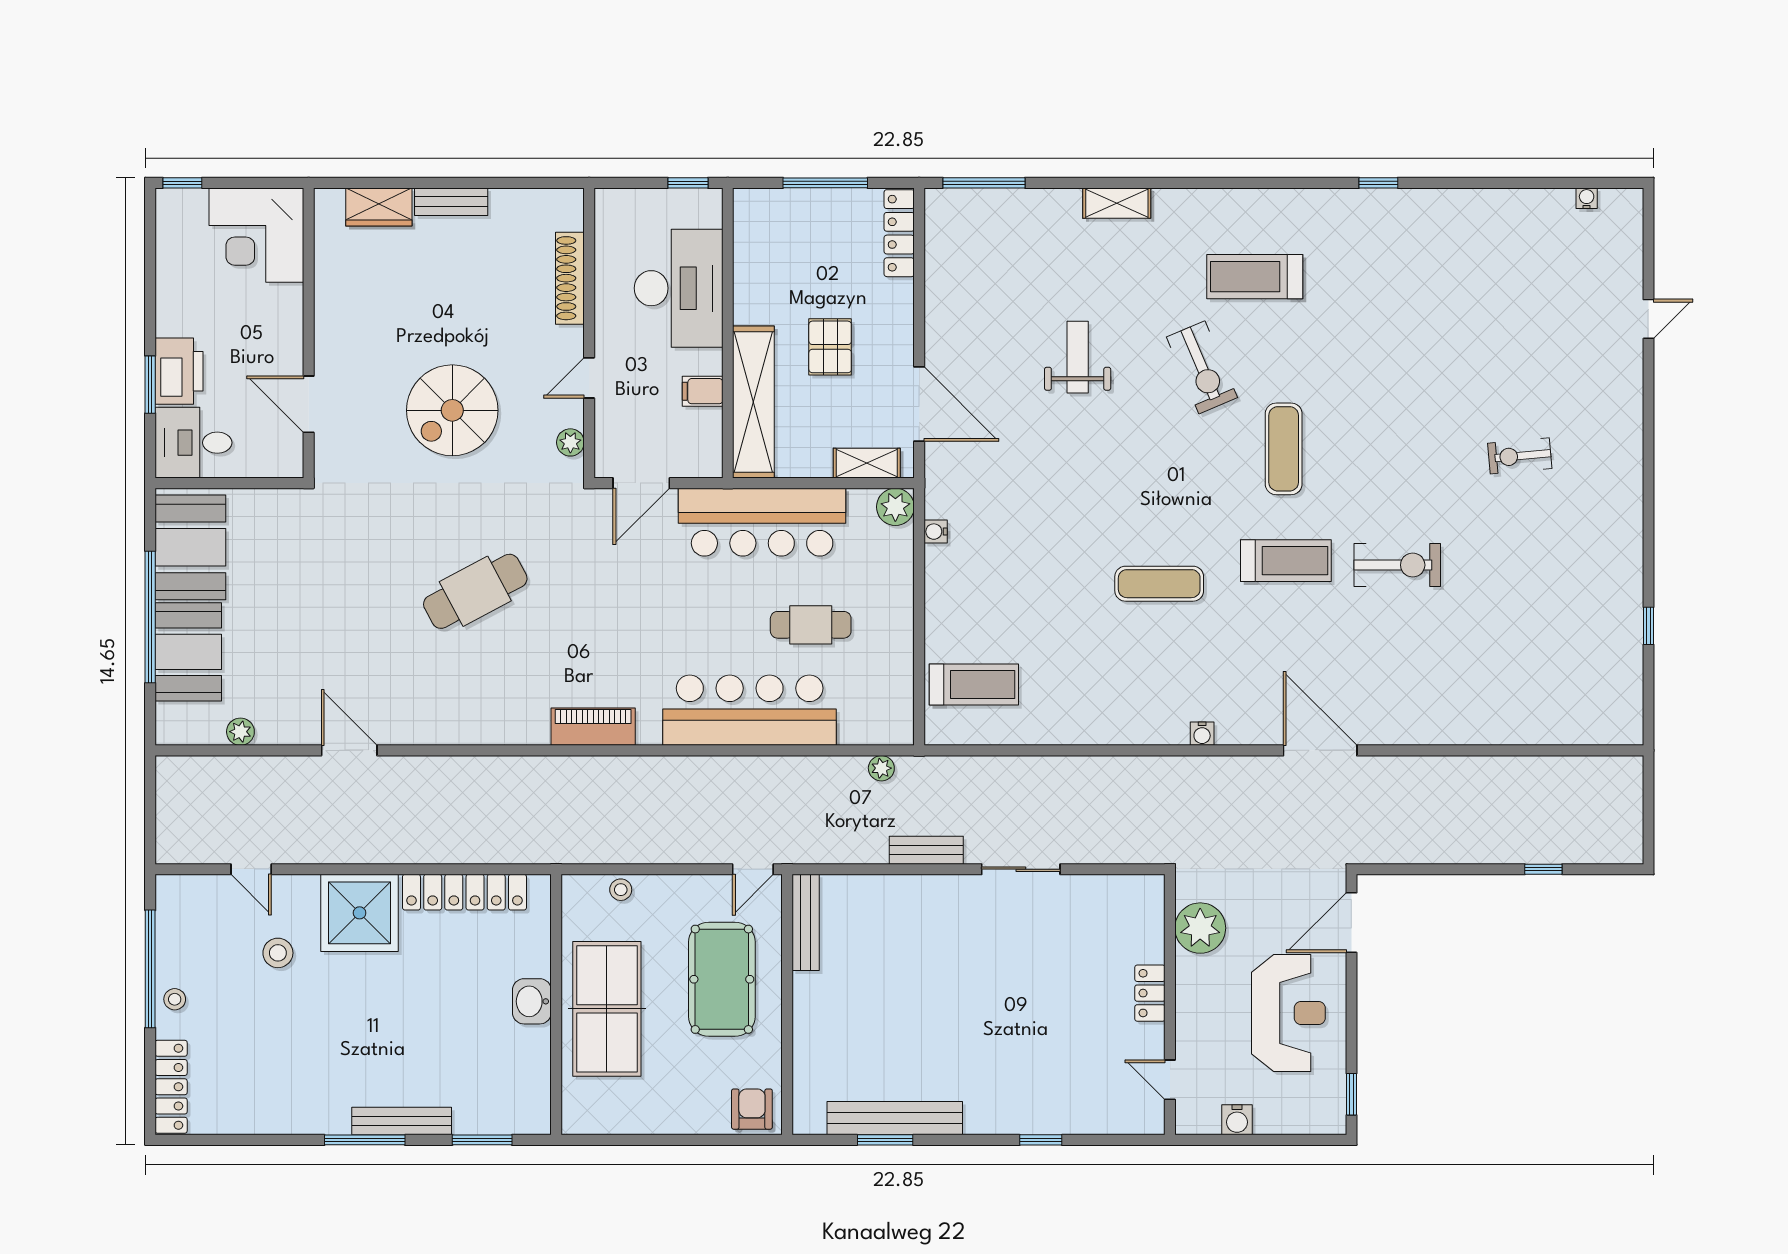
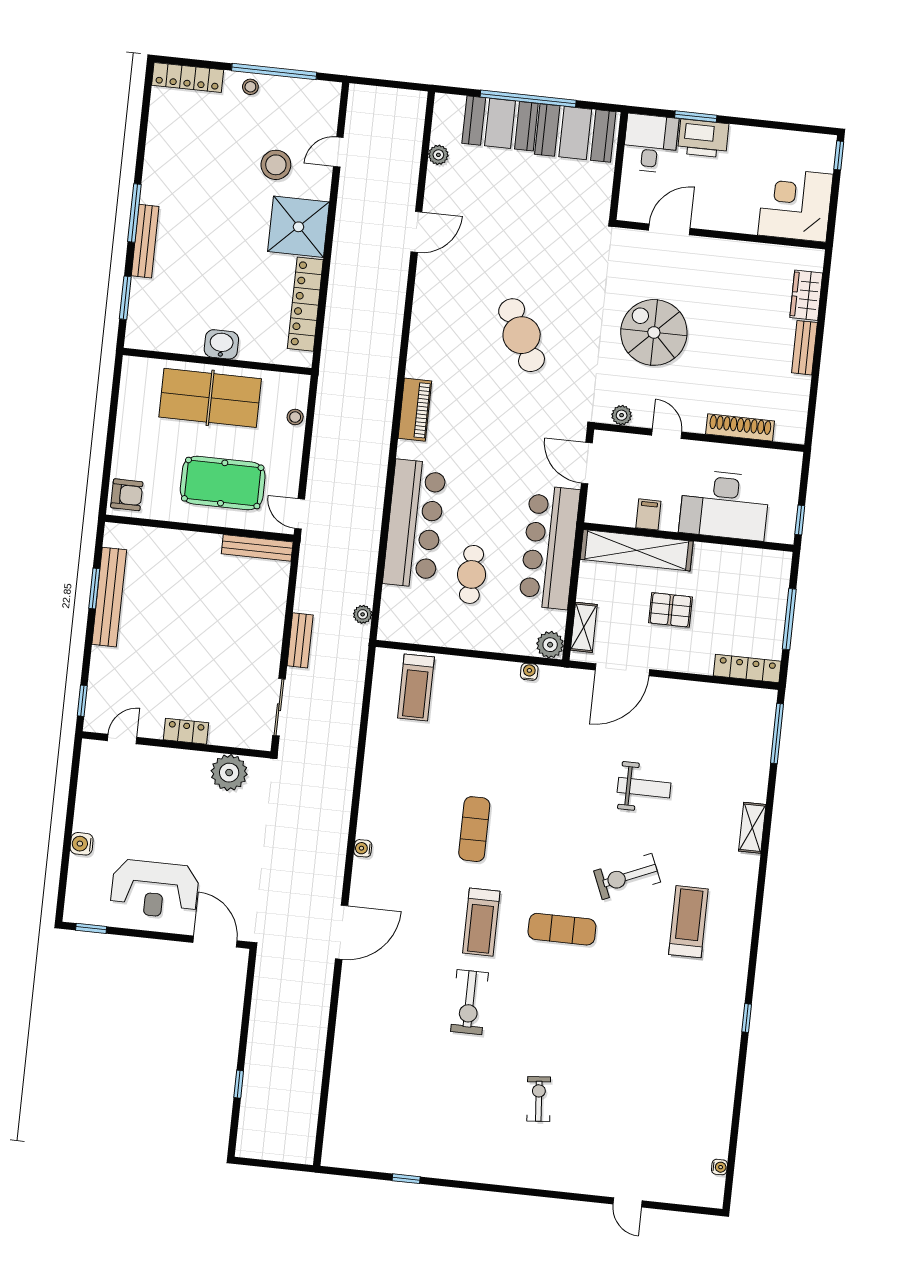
plant: (1200, 928) -> (229, 773), moved
stool: (278, 953) -> (276, 165), width x1.38, depth x1.38
locker: (1150, 993) -> (186, 731), moved
wall: (1170, 1005) -> (176, 745), moved
door: (1170, 1080) -> (122, 739), moved

